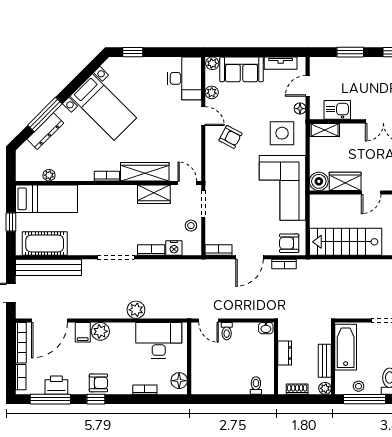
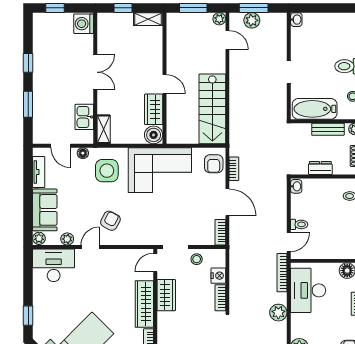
bookcase: (177, 313) -> (282, 273), added

